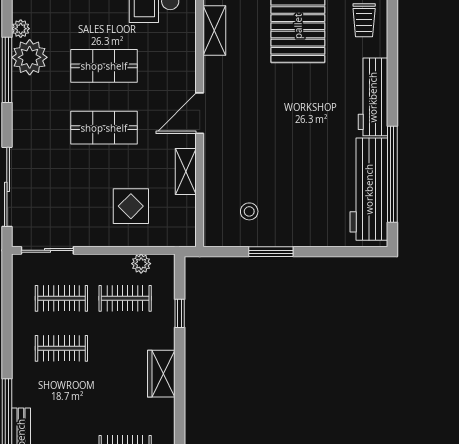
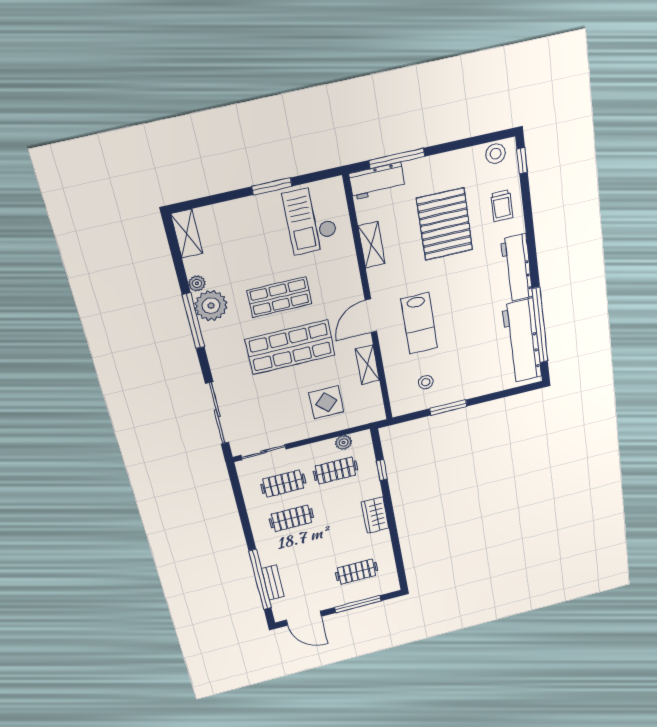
shop shelf: (104, 128) -> (290, 347), width x1.43, depth x1.36
lab bench: (253, 136) -> (419, 323), added

